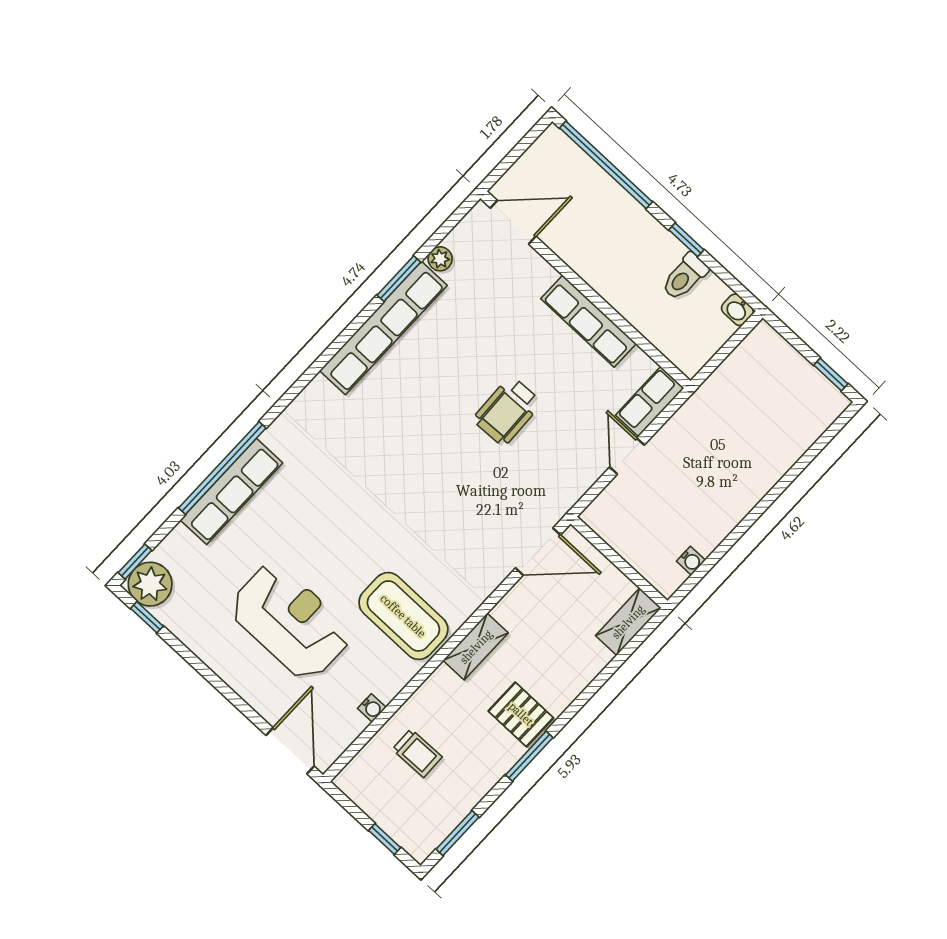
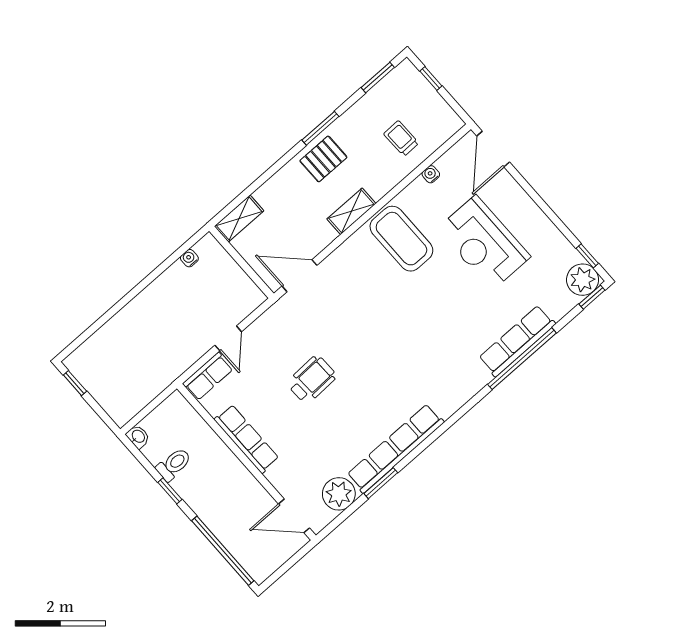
plant: (440, 259) -> (339, 494), width x1.87, depth x1.87
pallet: (521, 714) -> (323, 159), turned 90

